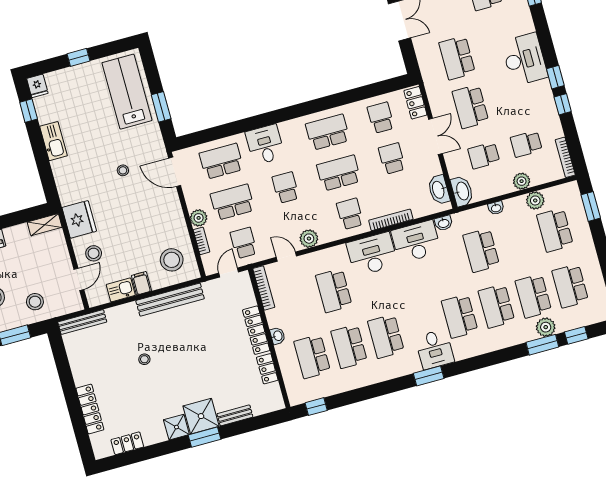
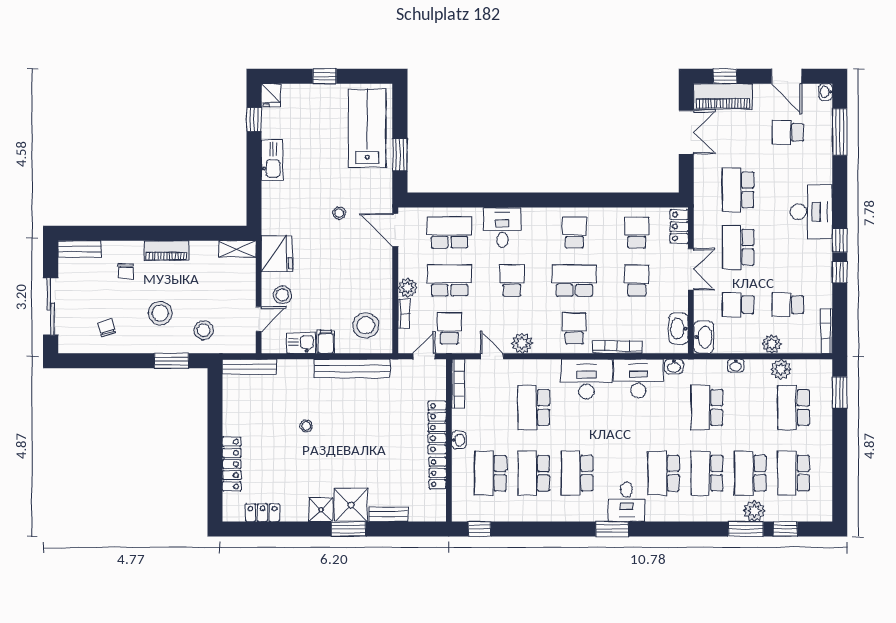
school desk: (328, 132) -> (574, 233), width x0.54

